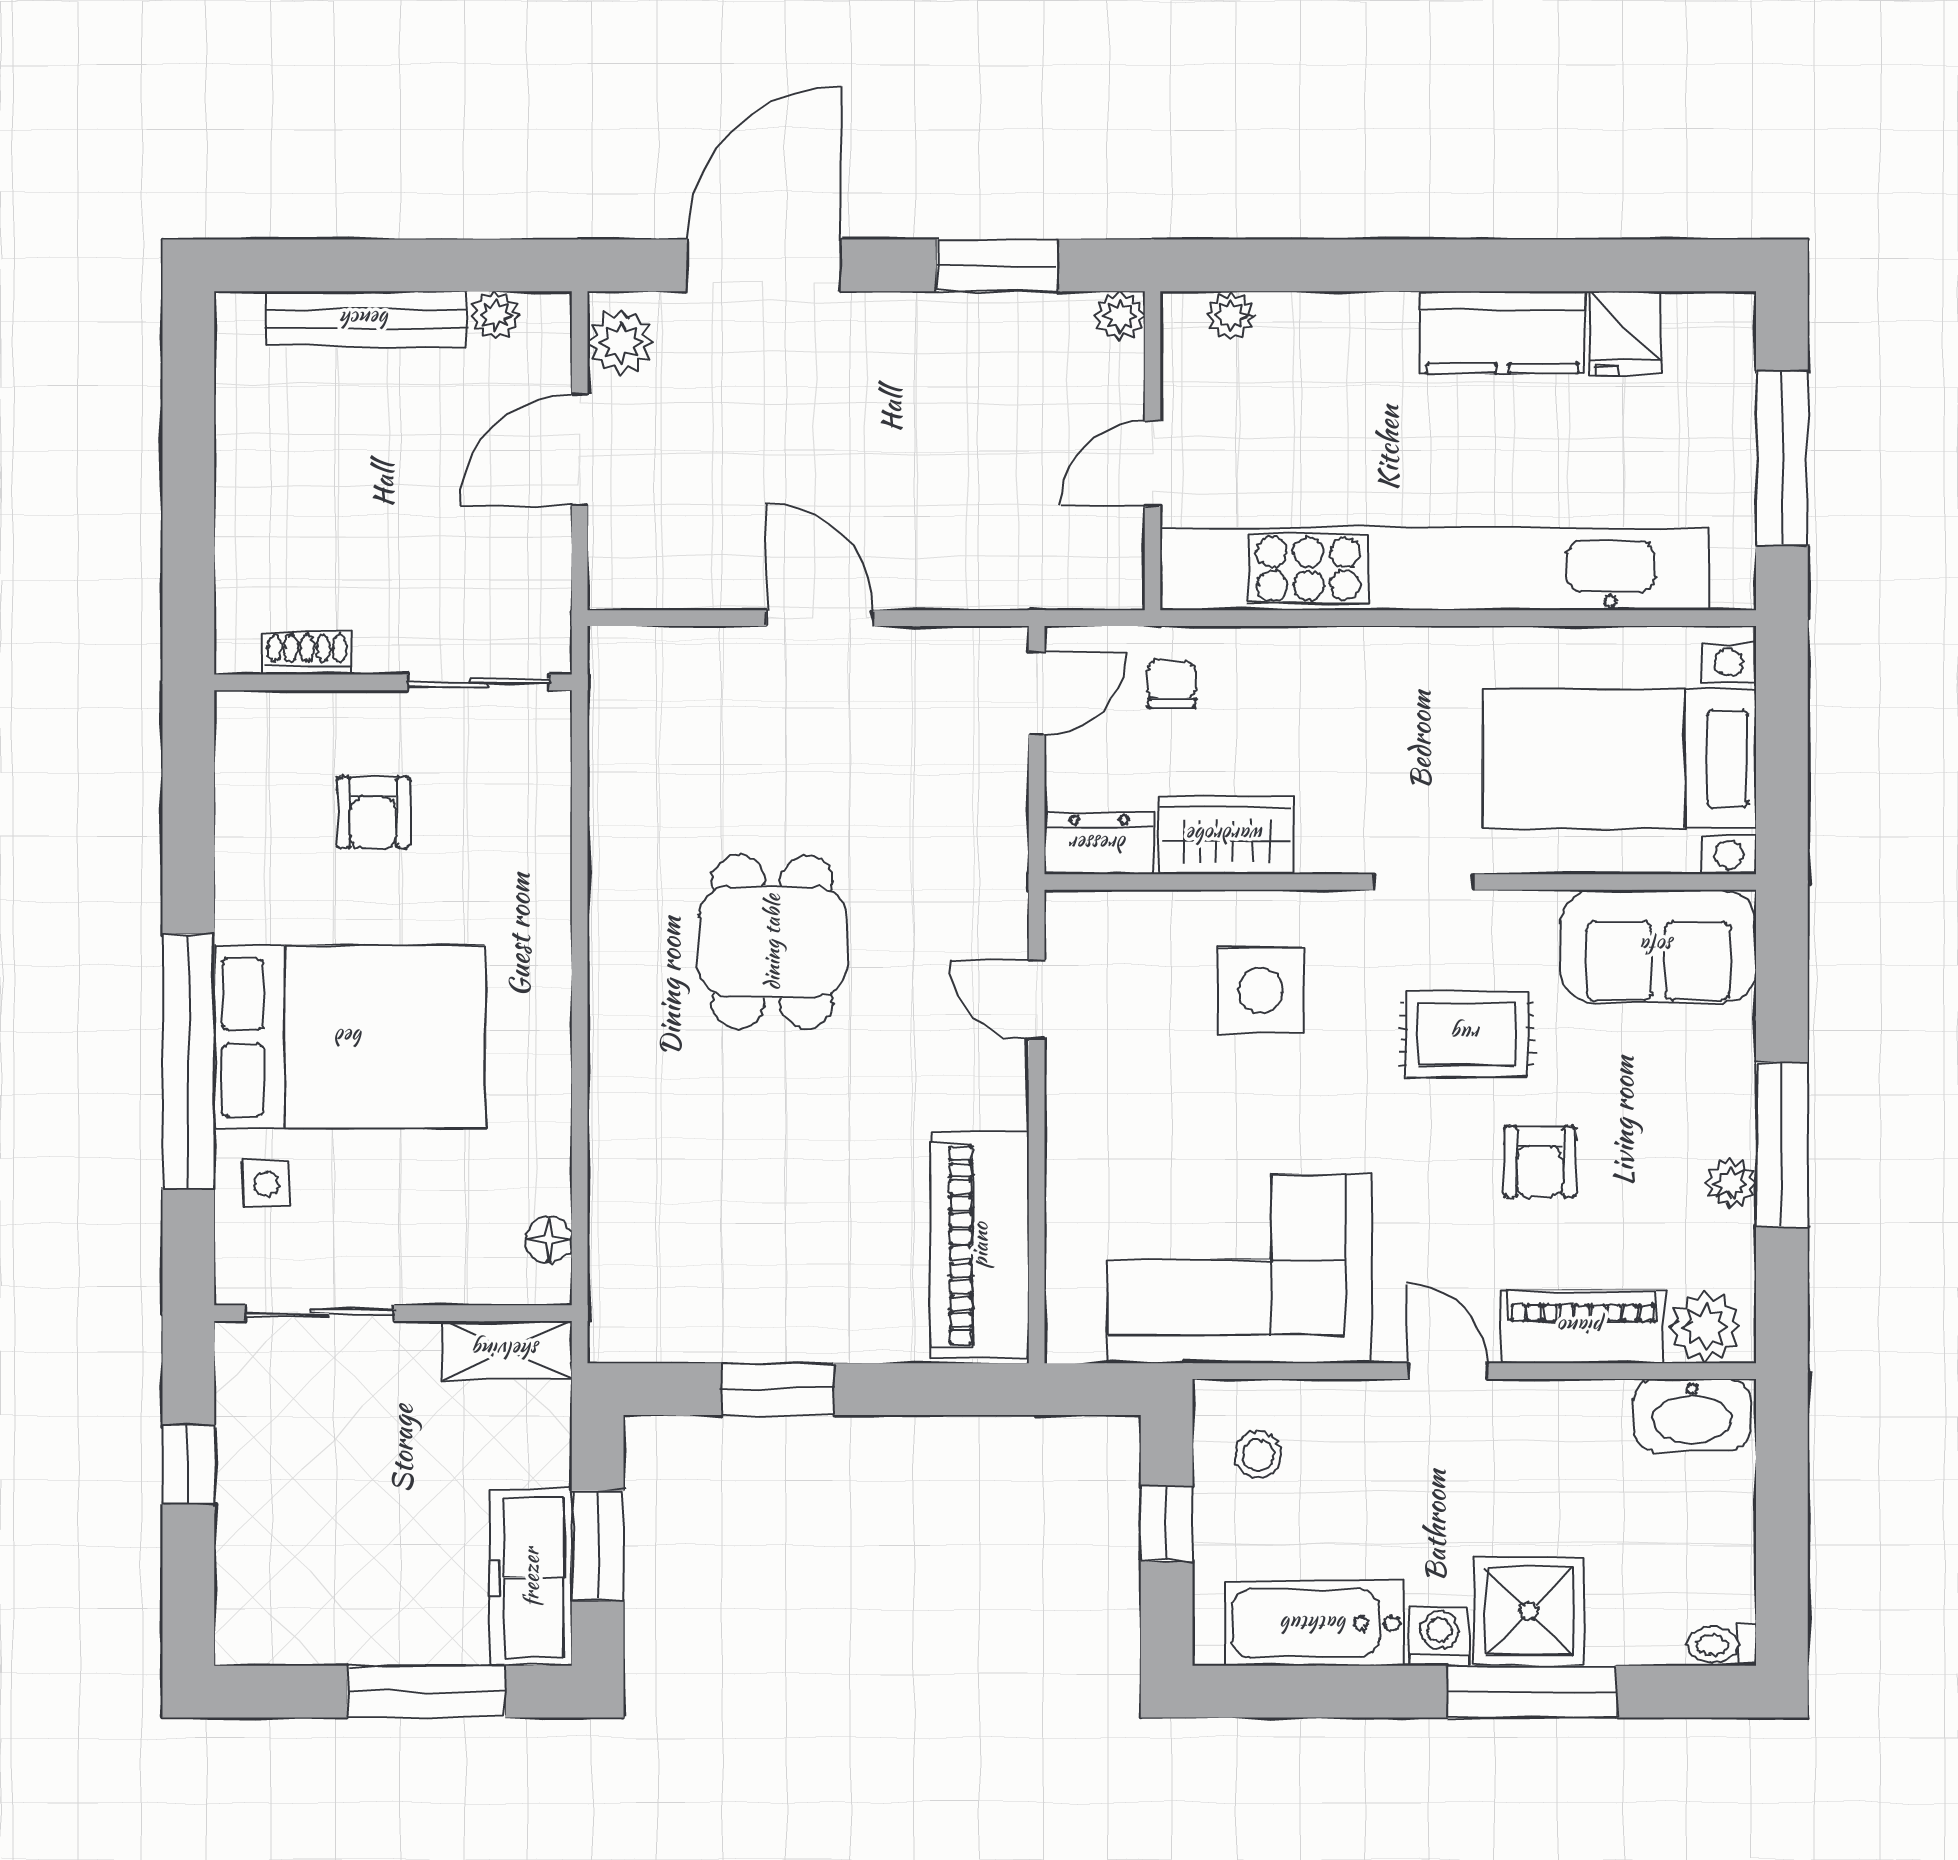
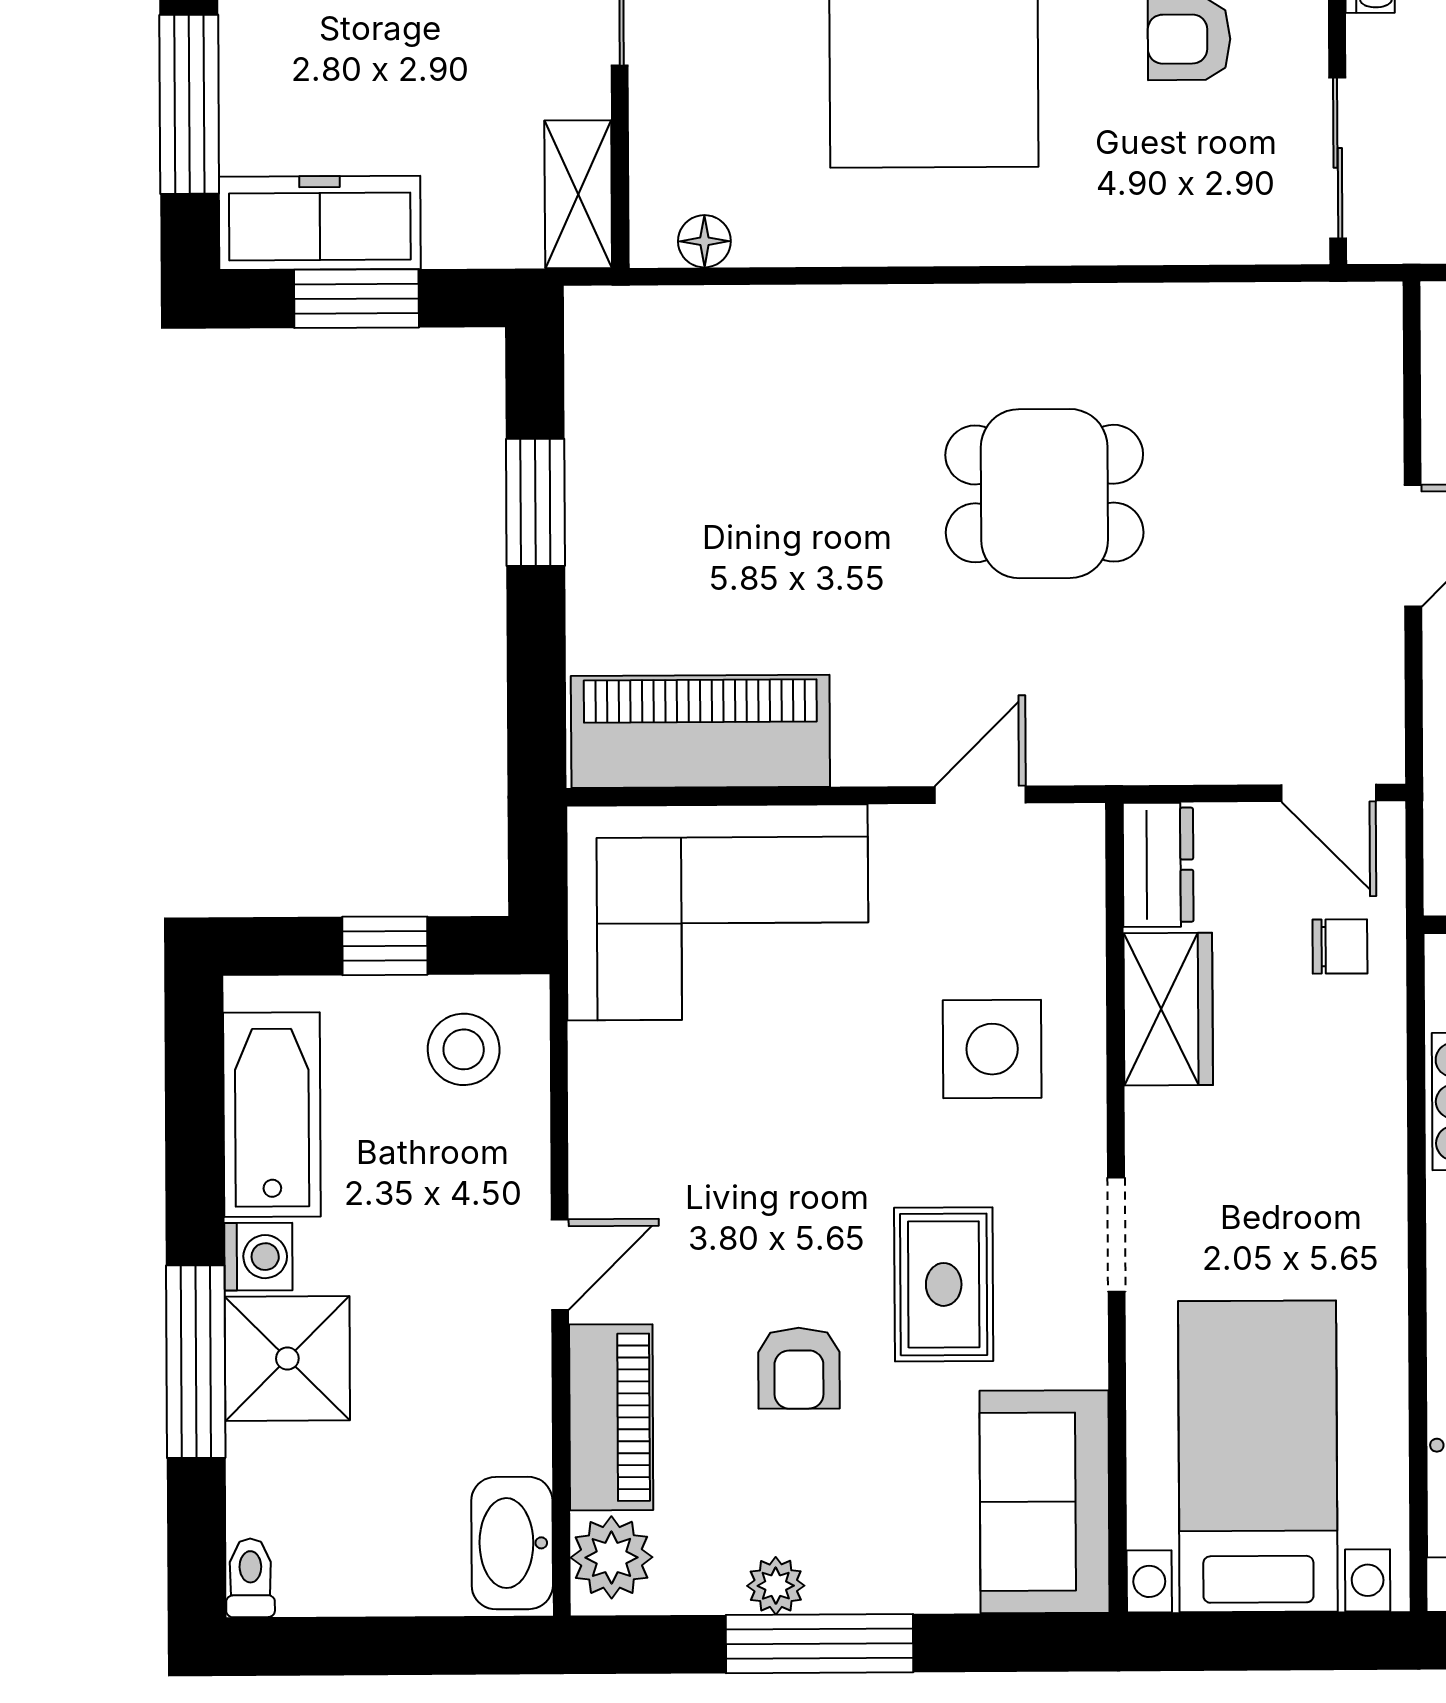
armchair: (1540, 1162) -> (799, 1368), turned -90
corner sofa: (1240, 1269) -> (717, 912), moved, turned 90
stool: (1258, 1455) -> (464, 1049), width x1.37, depth x1.37

